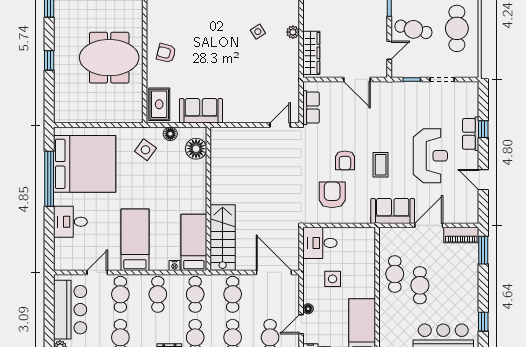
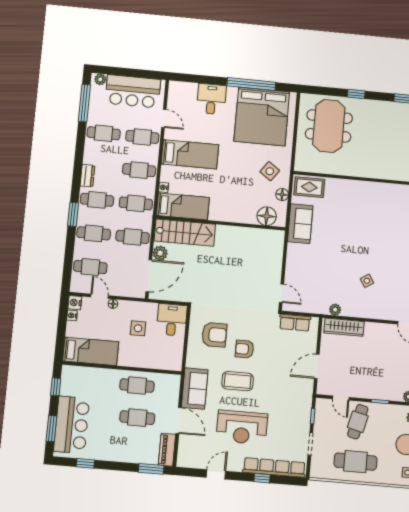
plant: (293, 32) -> (335, 310), moved
armchair: (166, 53) -> (354, 197), removed
meeting table: (109, 58) -> (329, 126), moved
row of seats: (471, 134) -> (274, 467), width x2.02
coffee table: (381, 165) -> (238, 381), width x1.36, depth x1.30
plant: (248, 263) -> (160, 253), added
cafe table: (420, 285) -> (137, 418), moved

